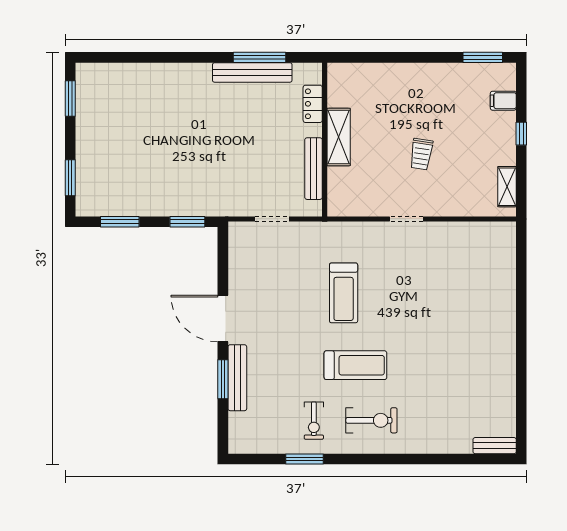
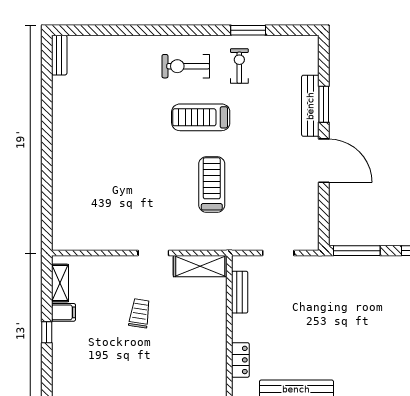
filing cabinet: (503, 101) -> (63, 312), moved
shelving: (339, 137) -> (200, 266), moved, turned 90
bench: (314, 169) -> (240, 292), width x0.73
window: (187, 222) -> (357, 251), width x1.44
bench: (495, 446) -> (59, 55), moved, turned 90

